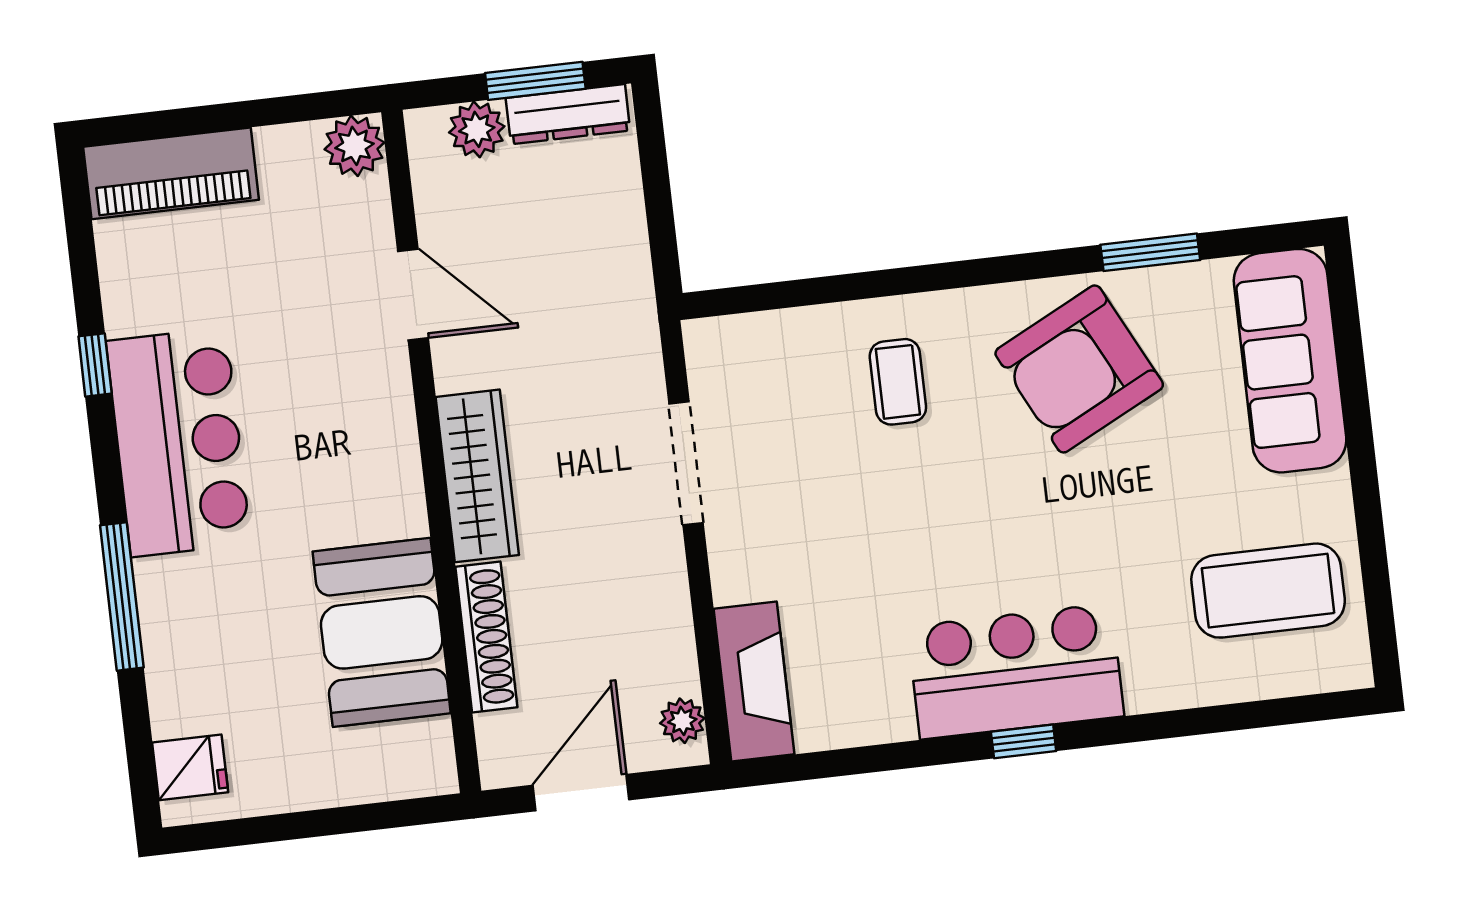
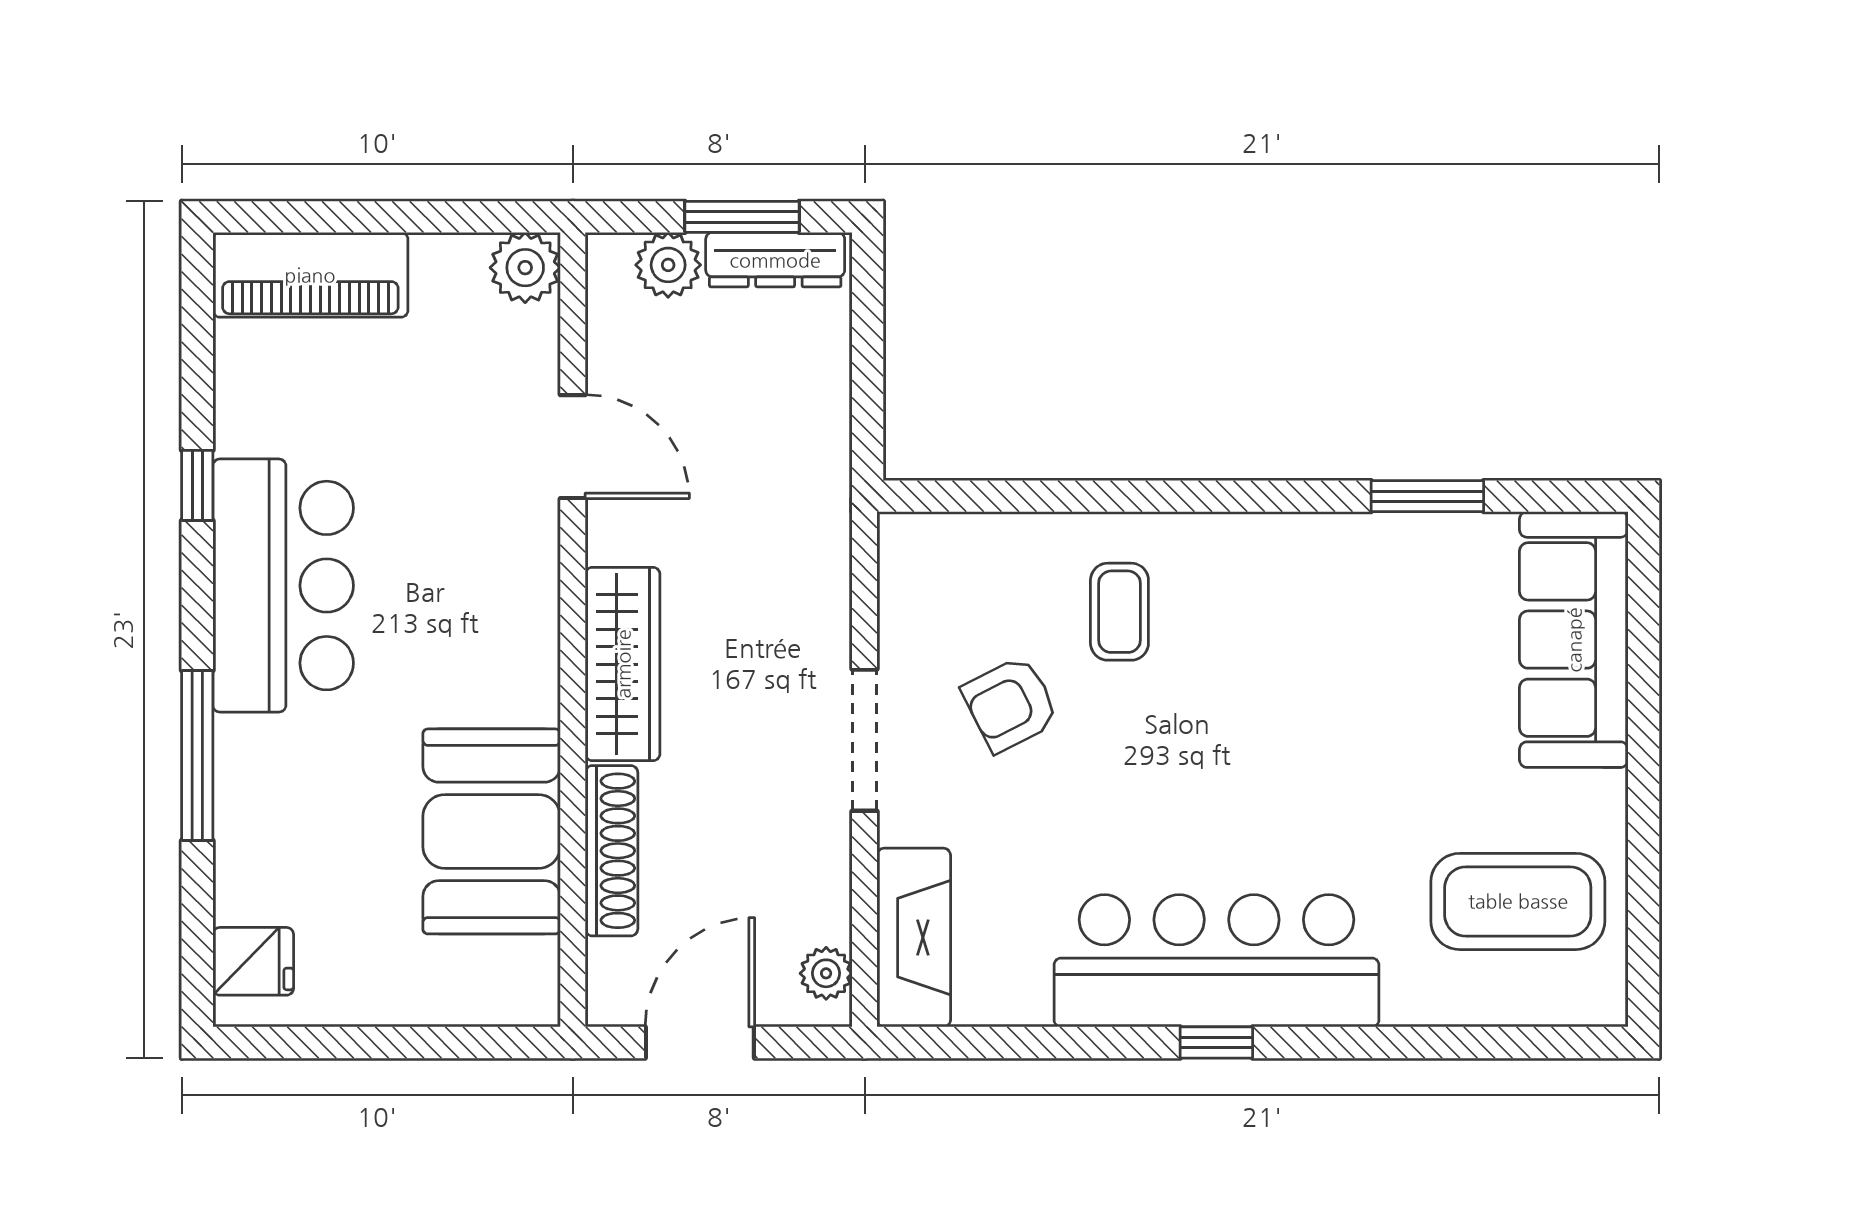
armchair: (1079, 369) -> (1010, 704), moved, width x0.53, depth x0.53
doorway: (686, 463) -> (865, 740), moved
bar counter: (1016, 671) -> (1217, 961), width x1.36

